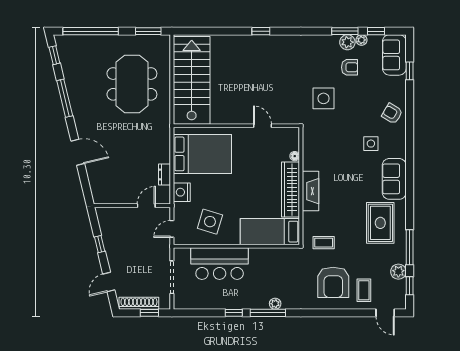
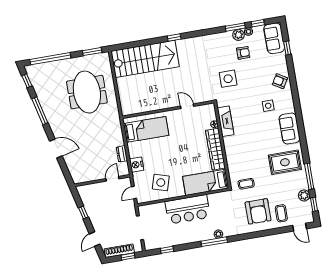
stairs: (192, 80) -> (145, 59), moved, turned 90
bed: (202, 154) -> (146, 129), width x0.67
fireplace: (310, 191) -> (226, 121), moved
rug: (380, 223) -> (285, 162), turned 90
bar counter: (220, 264) -> (188, 209), moved
window: (234, 313) -> (167, 250), moved

